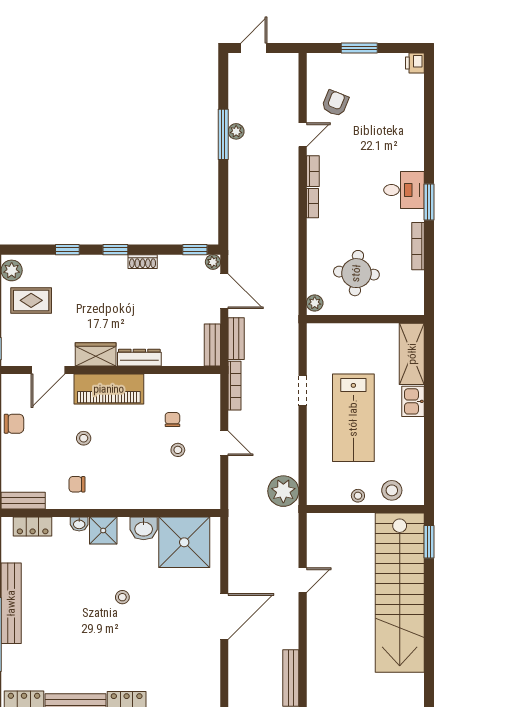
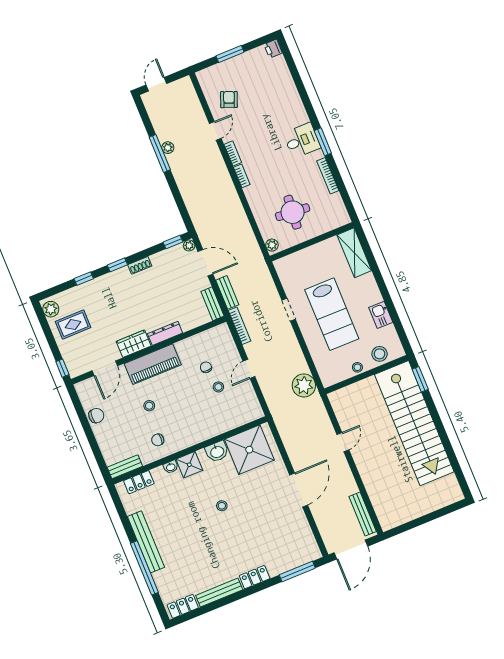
kitchen sink: (413, 401) -> (381, 315), moved
door: (224, 443) -> (249, 369), swing flipped

